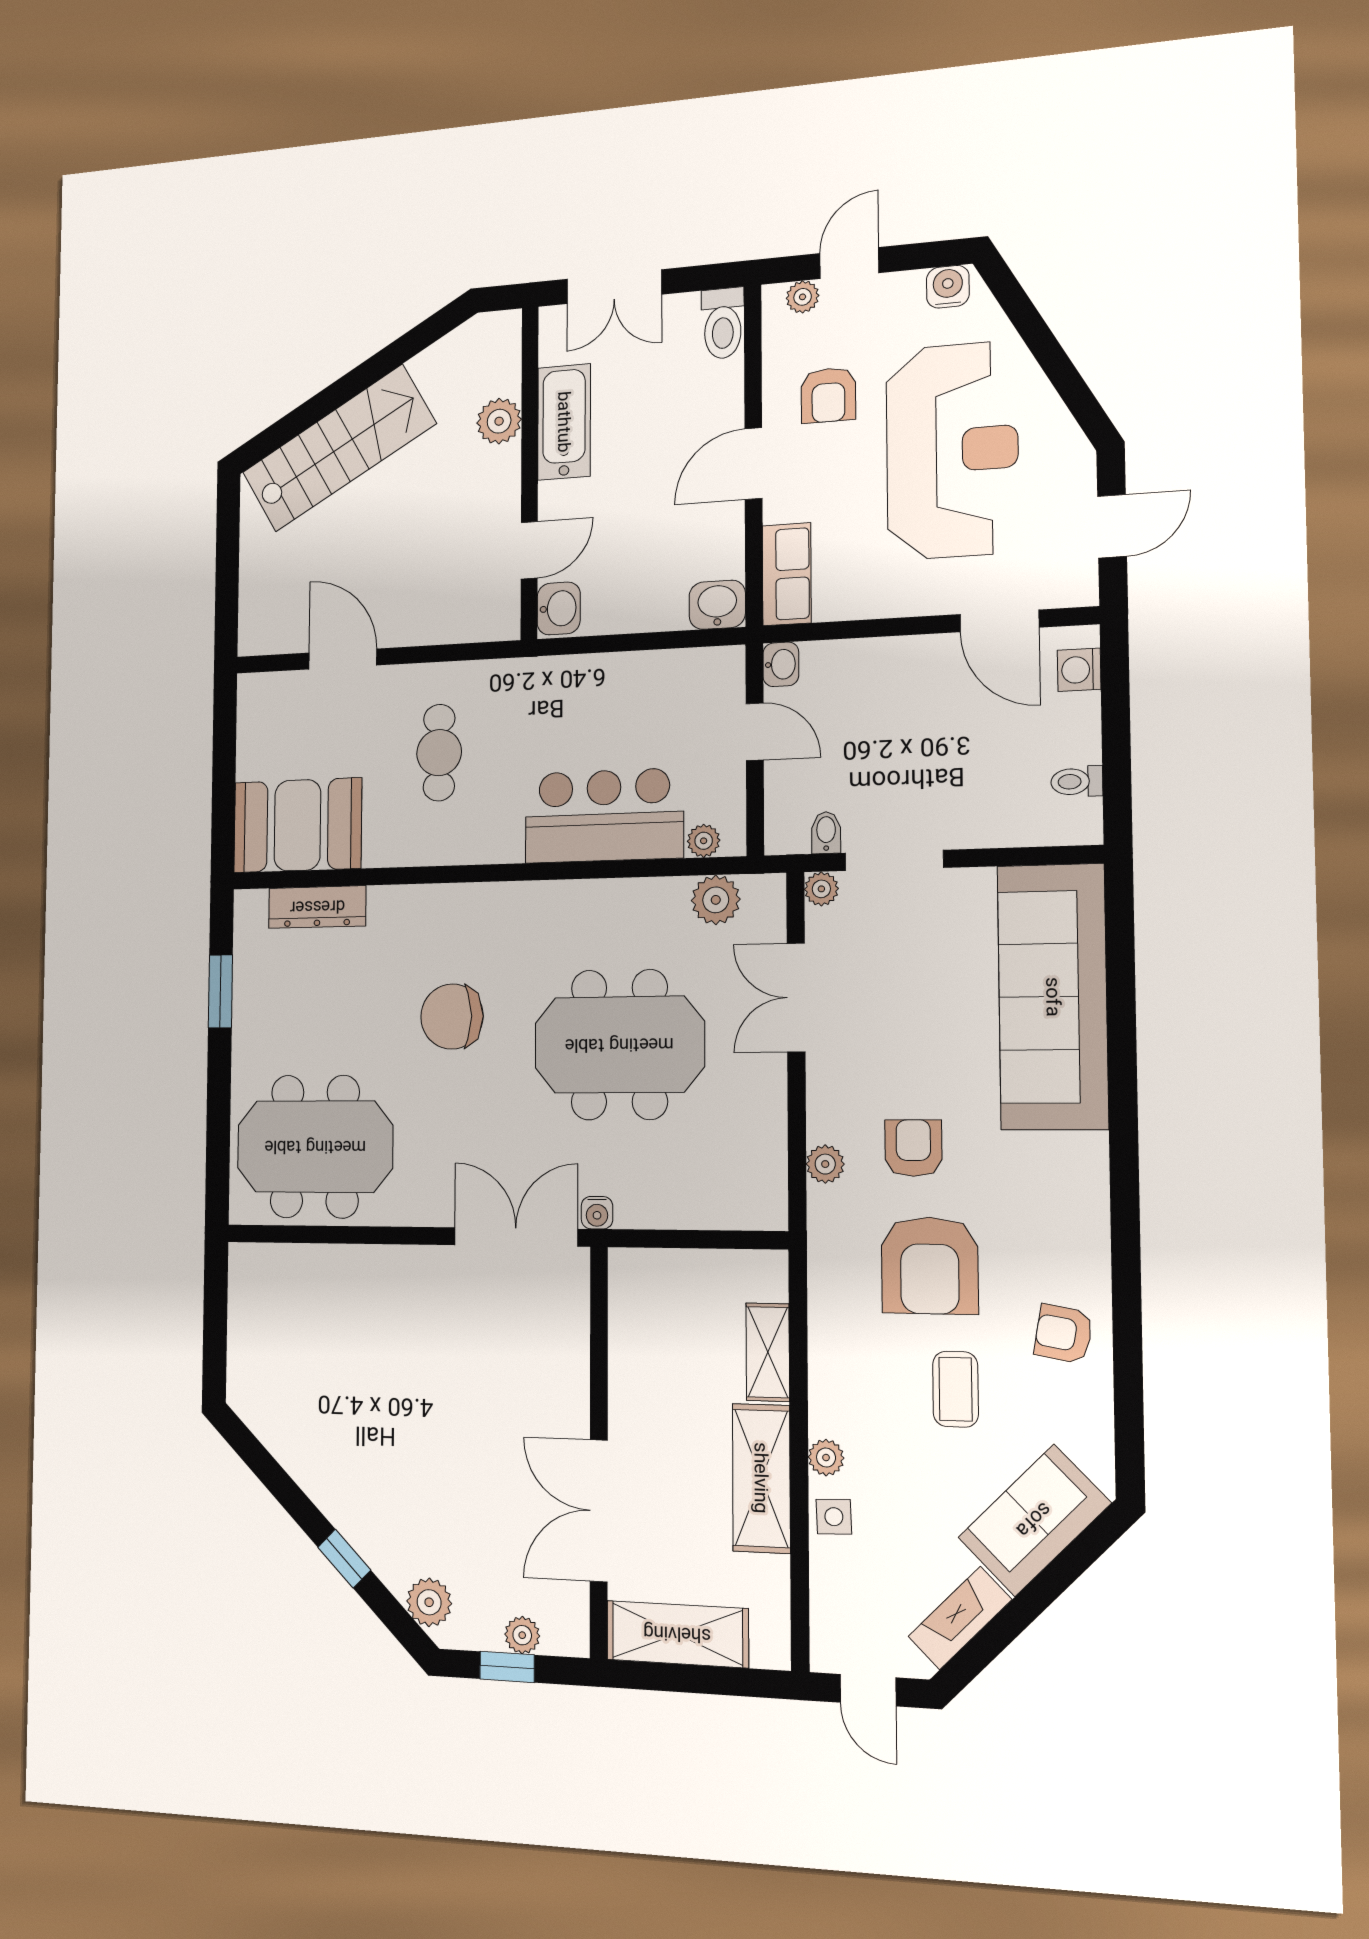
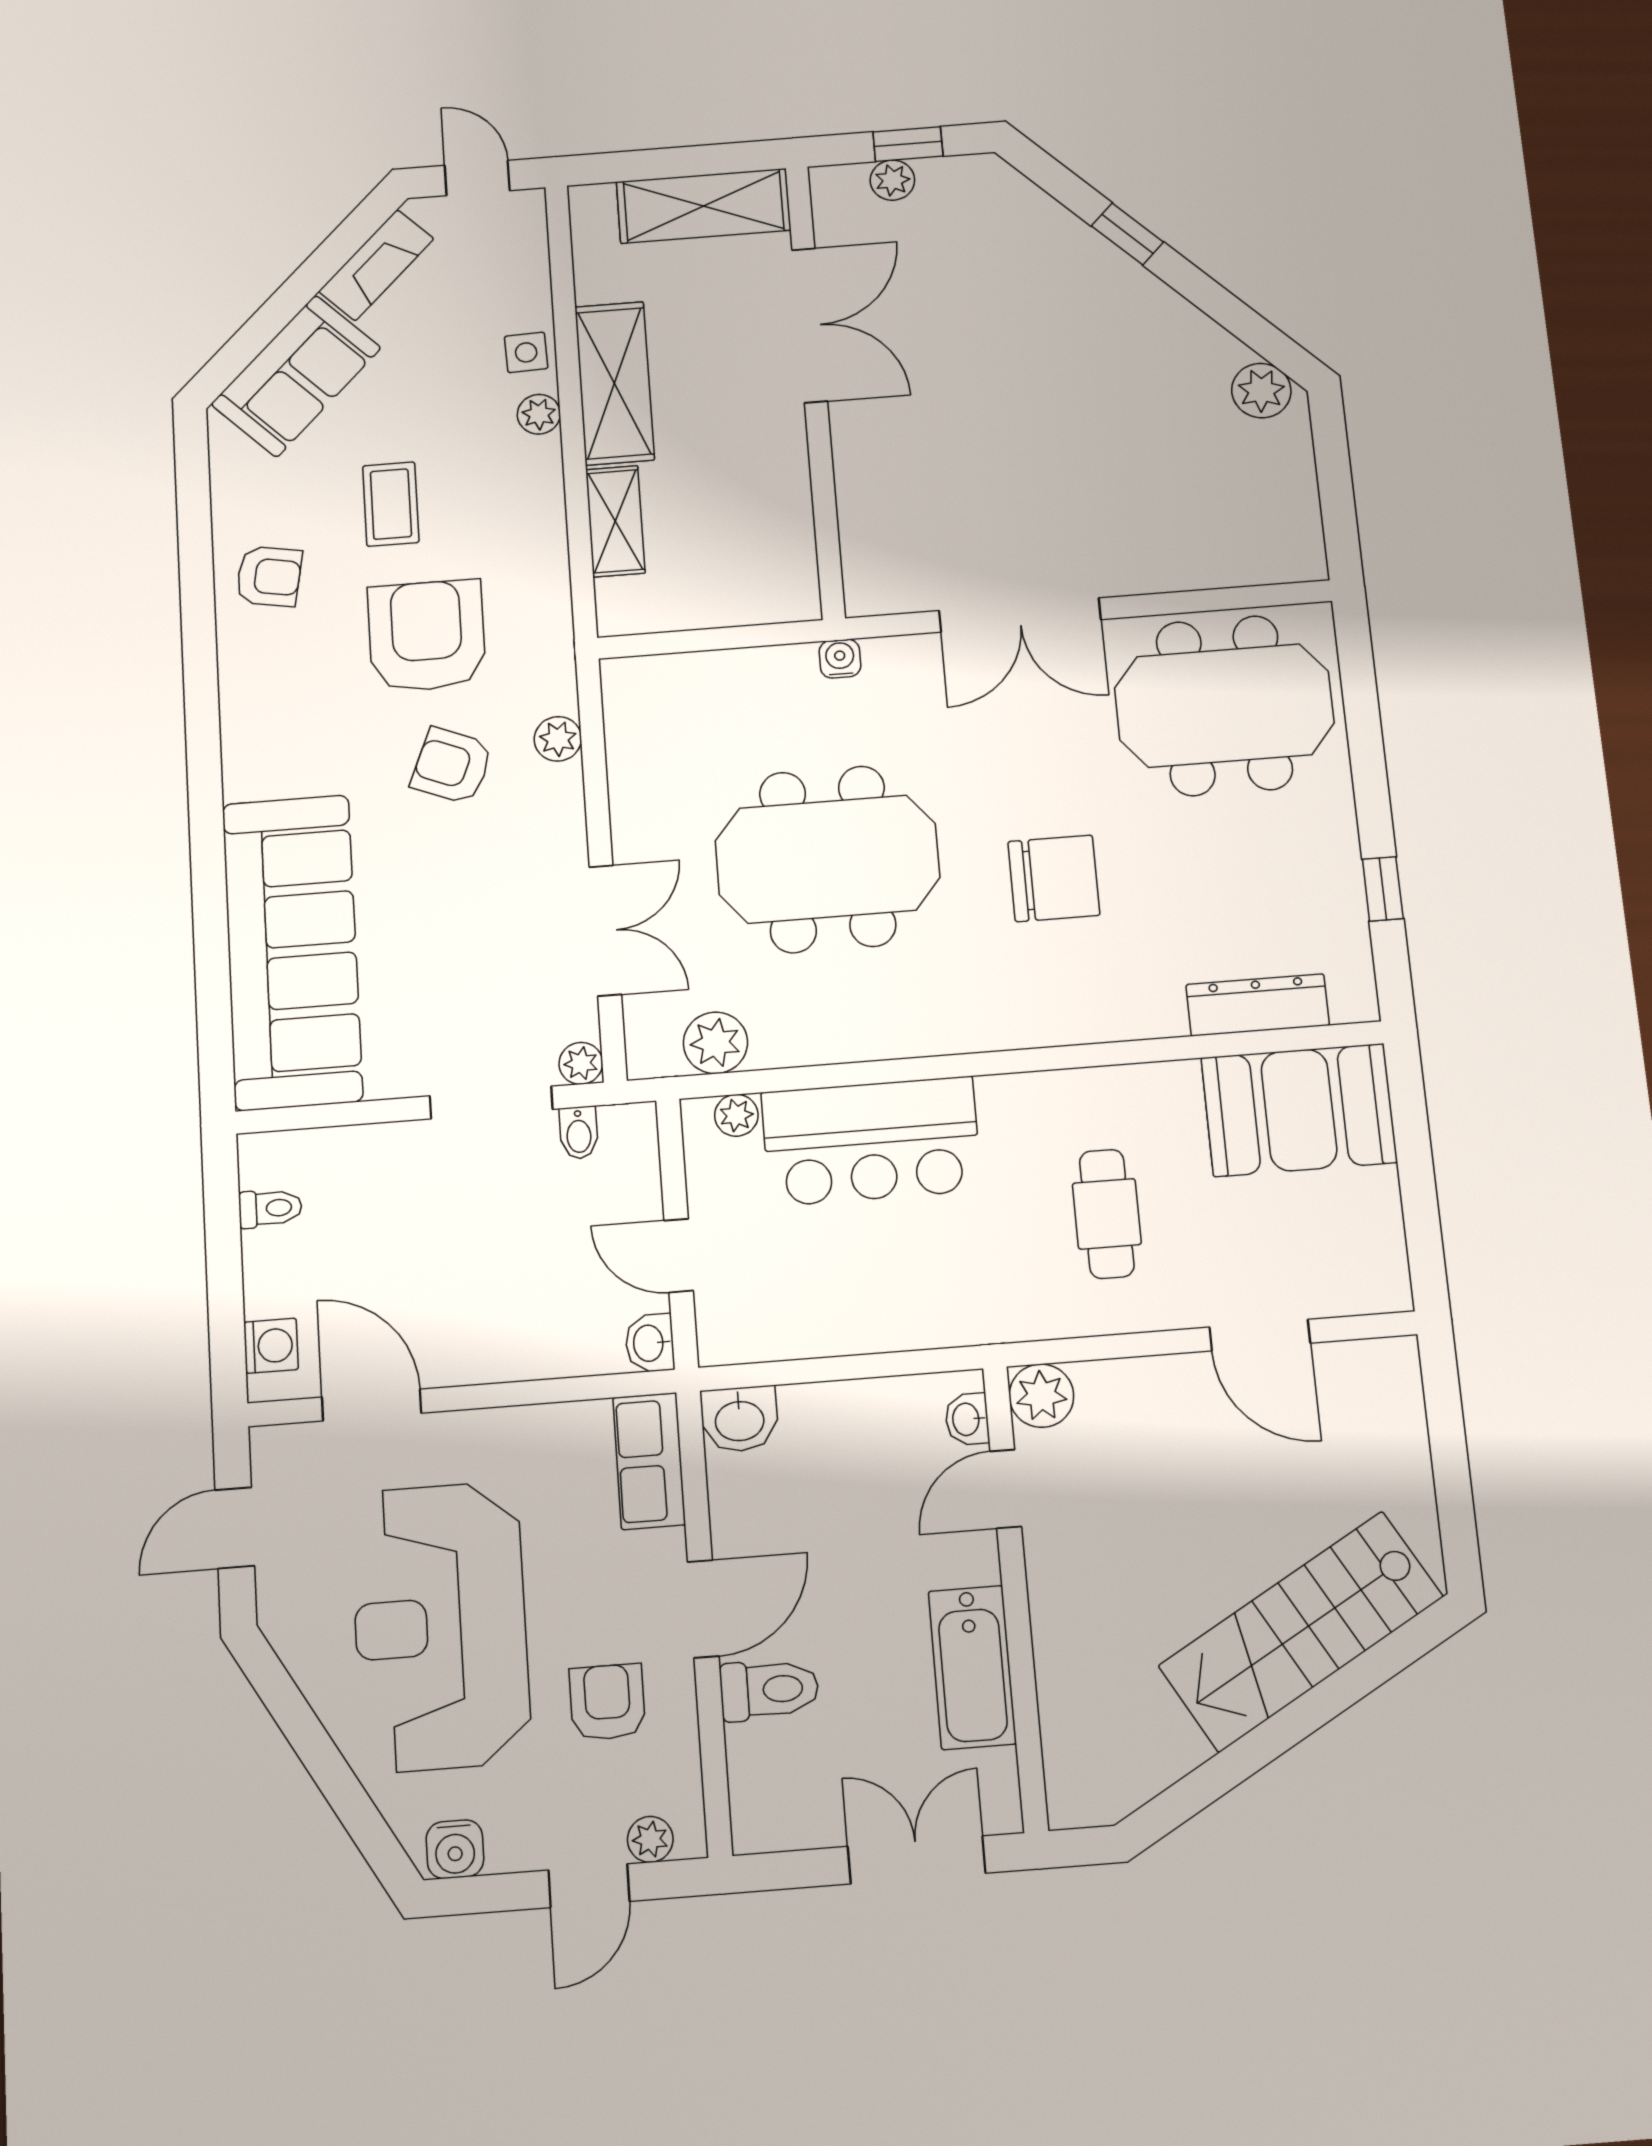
toilet: (723, 323) -> (769, 1690), moved, turned 90
plant: (499, 421) -> (1041, 1396), moved
washbasin: (559, 608) -> (967, 1419), width x0.72, depth x0.69
window: (220, 991) -> (1383, 889), width x0.67
armchair: (913, 1148) -> (452, 766), turned 112
double door: (516, 1237) -> (1020, 615), moved
plant: (429, 1602) -> (1261, 391), moved

